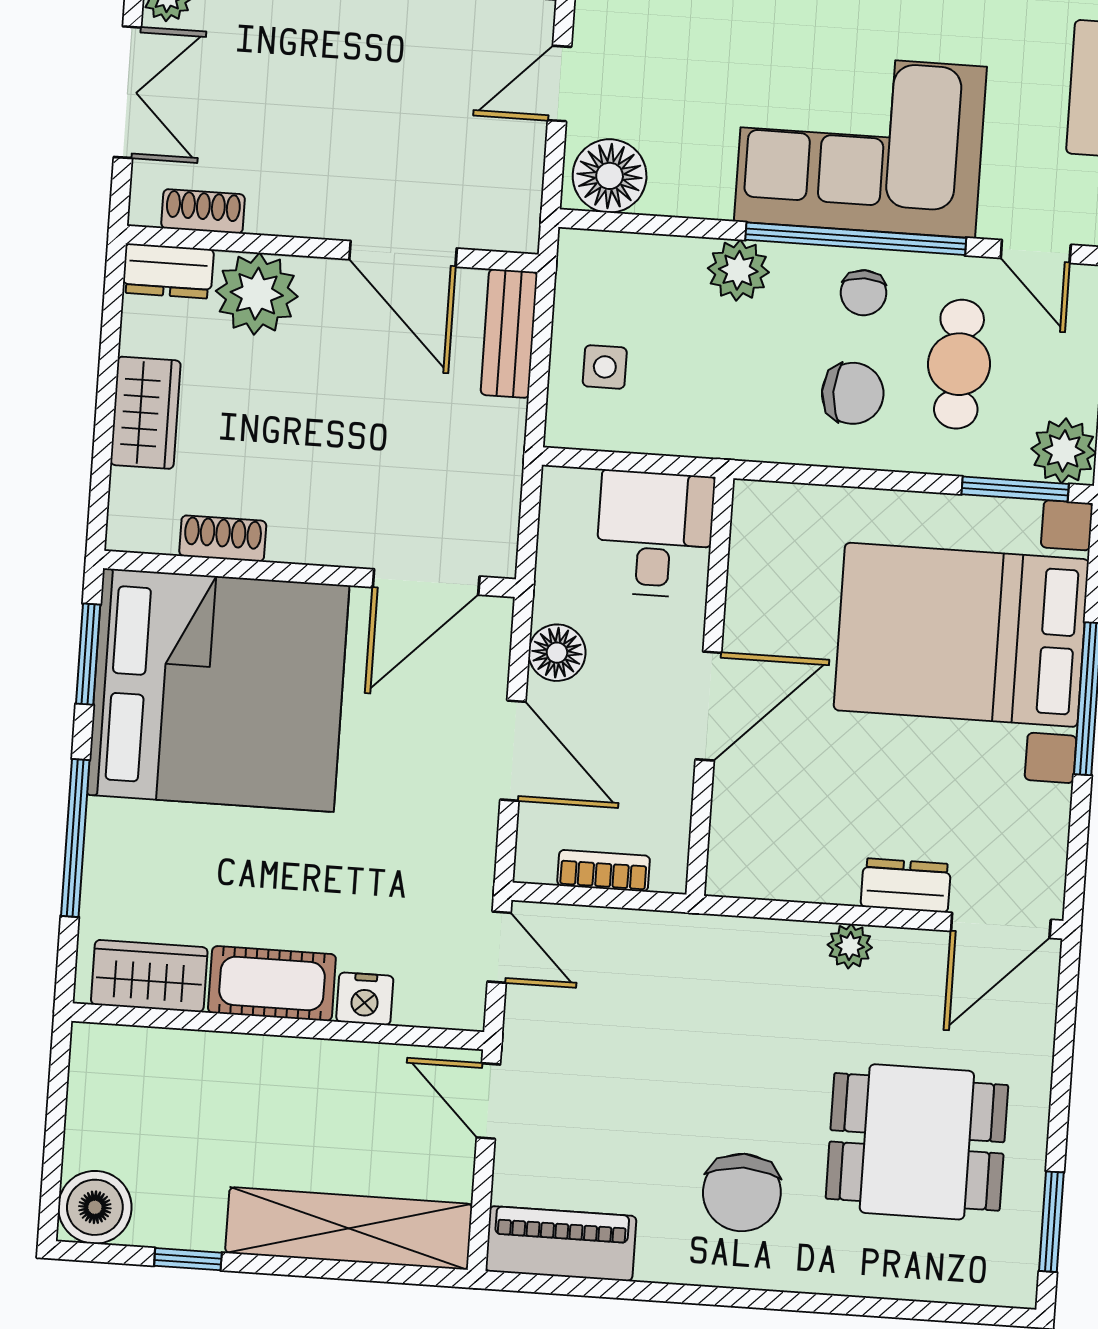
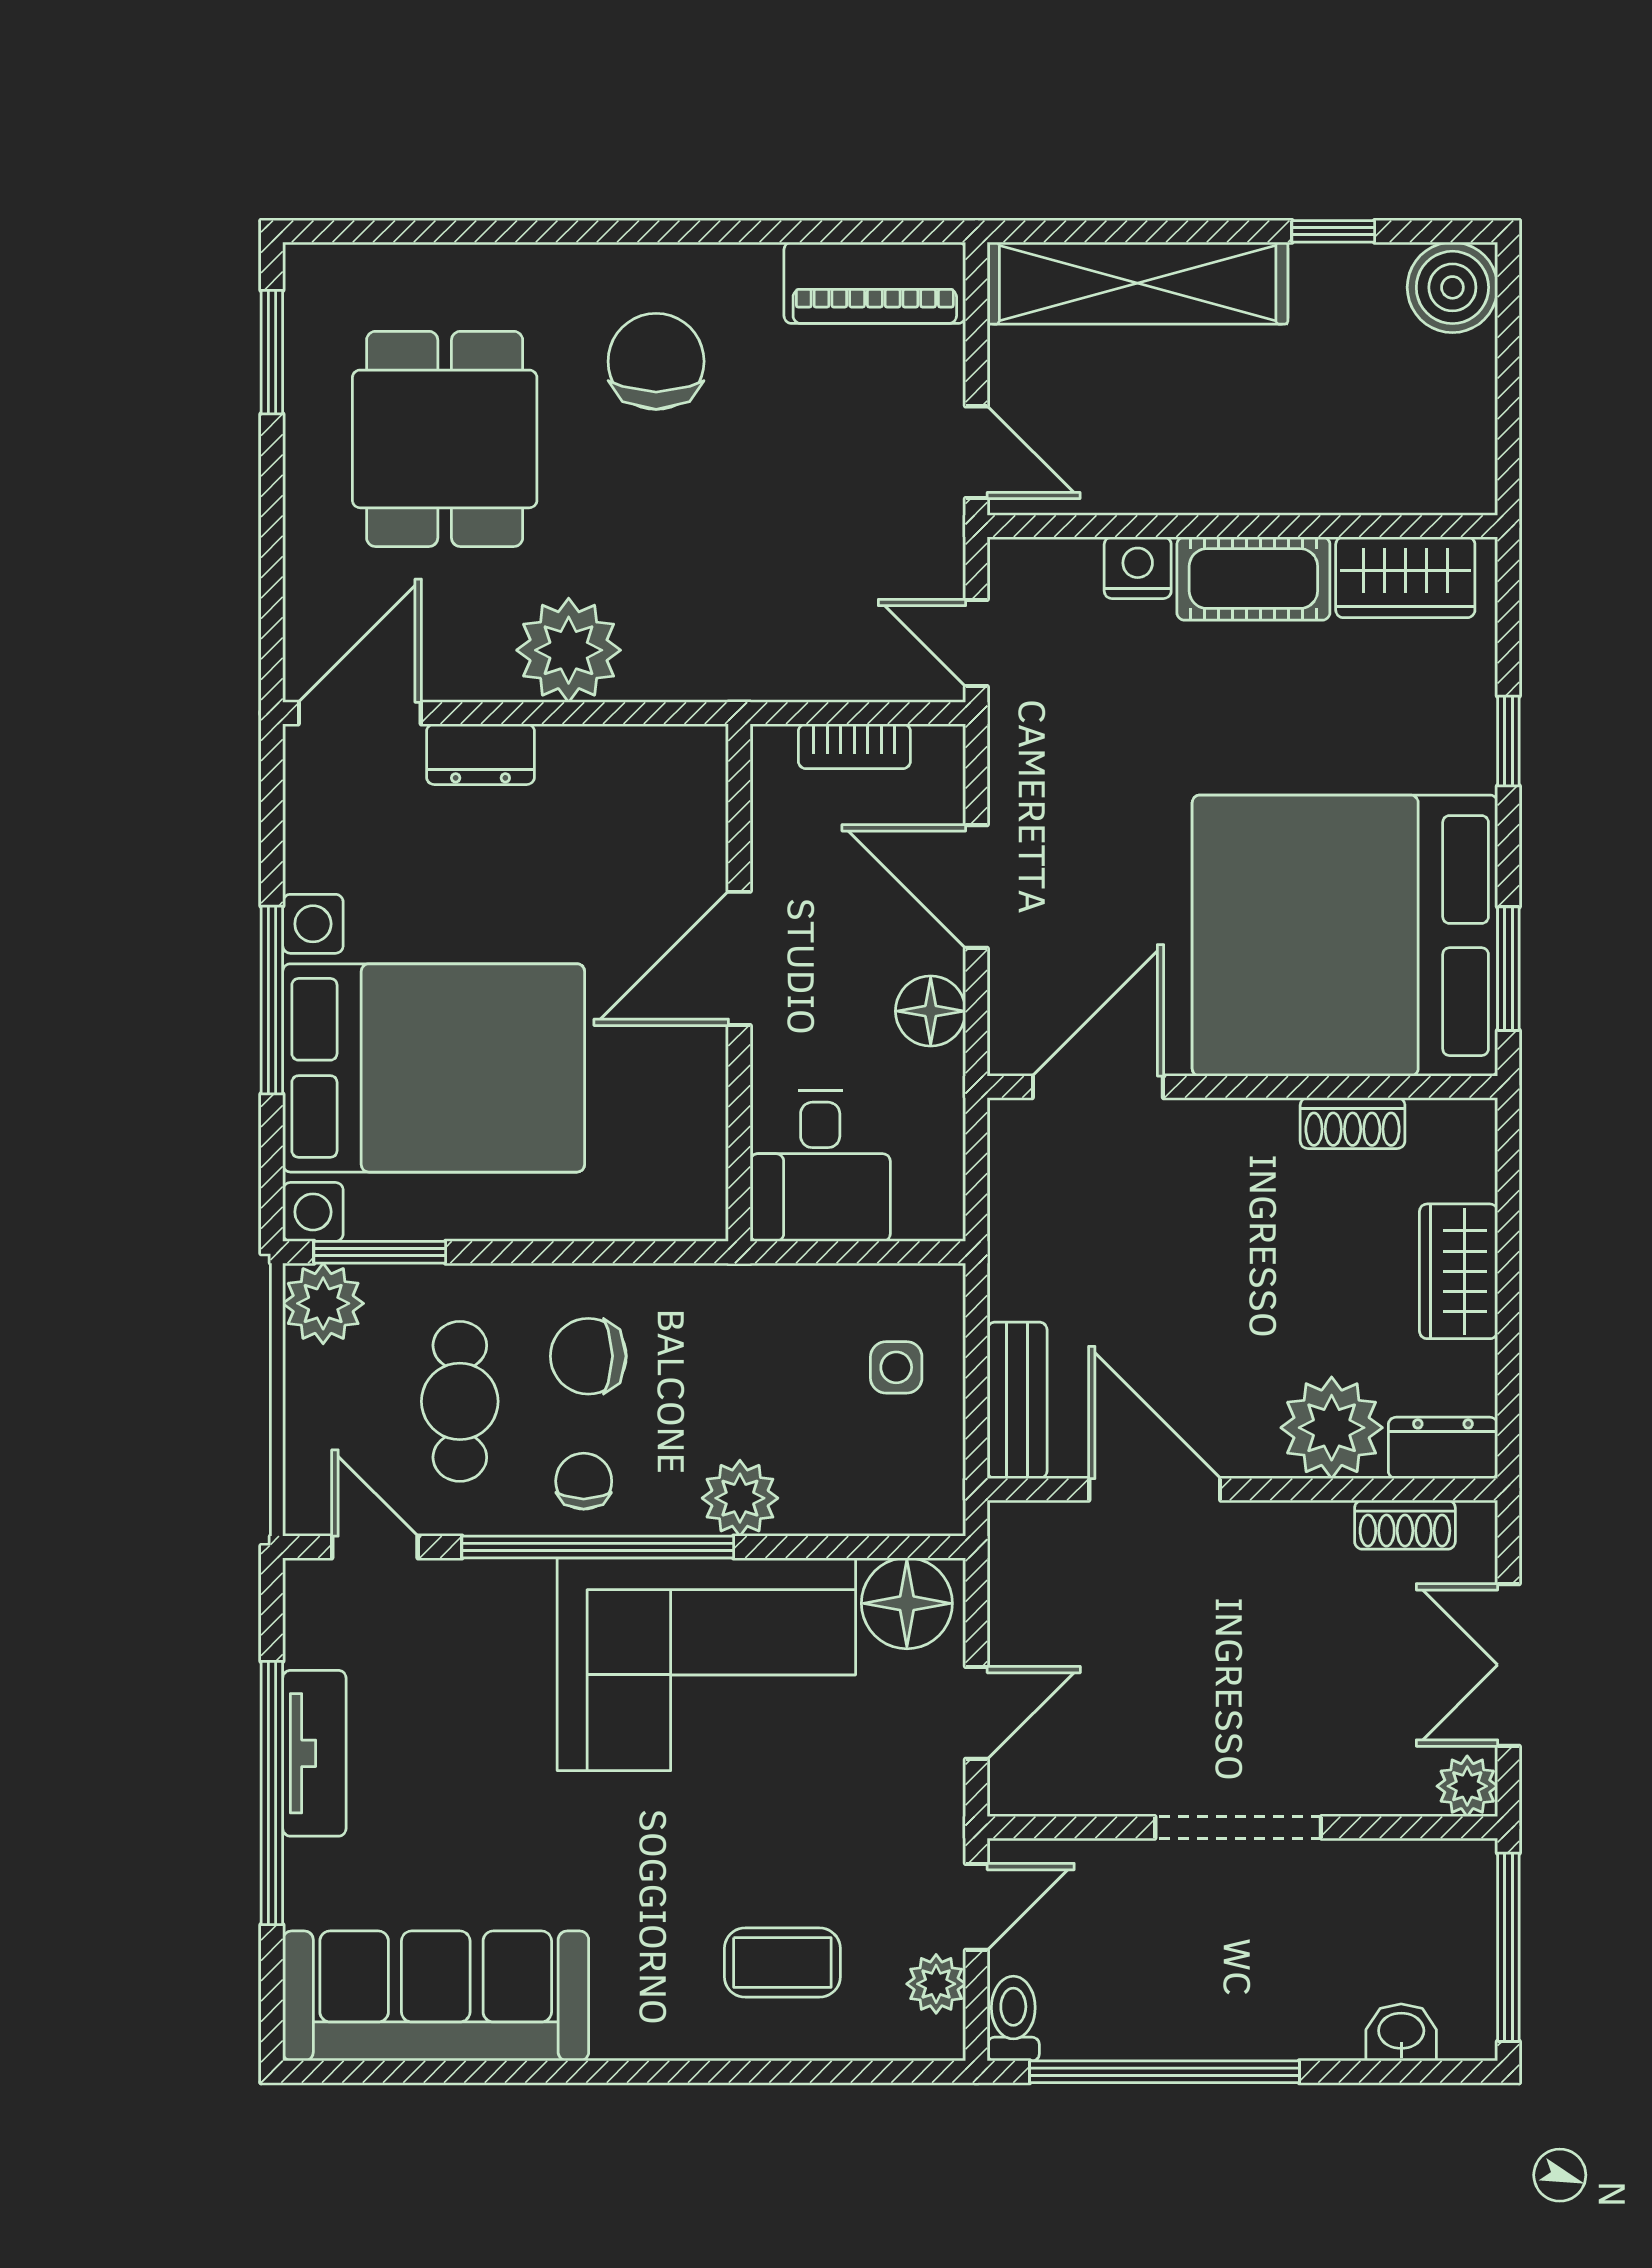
corner sofa: (860, 144) -> (706, 1664), moved
window: (75, 838) -> (1508, 741), width x0.46
plant: (850, 946) -> (569, 650), width x1.88, depth x1.88
dining table: (917, 1142) -> (445, 439), turned 90

